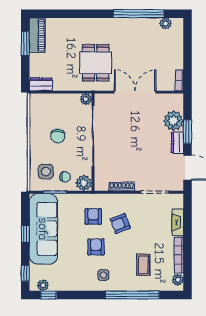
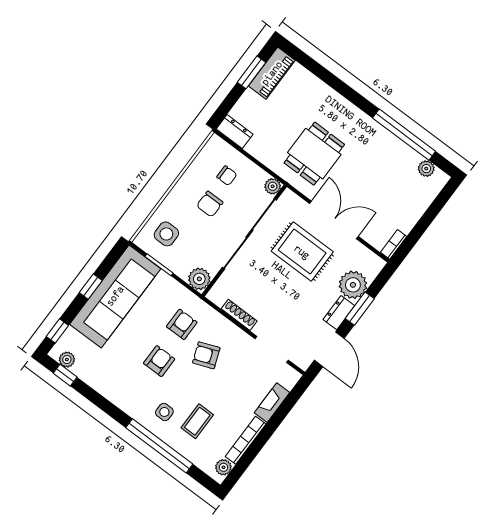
rug: (130, 124) -> (302, 252), added
chair: (65, 177) -> (227, 176), moved
side table: (103, 275) -> (164, 412), moved

